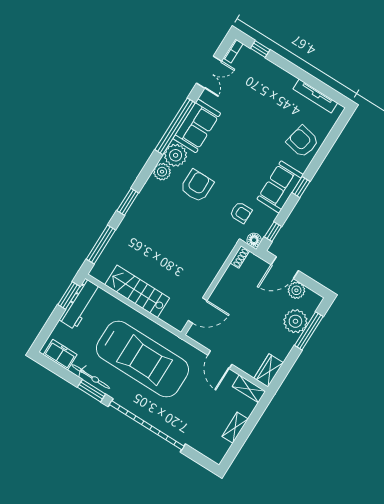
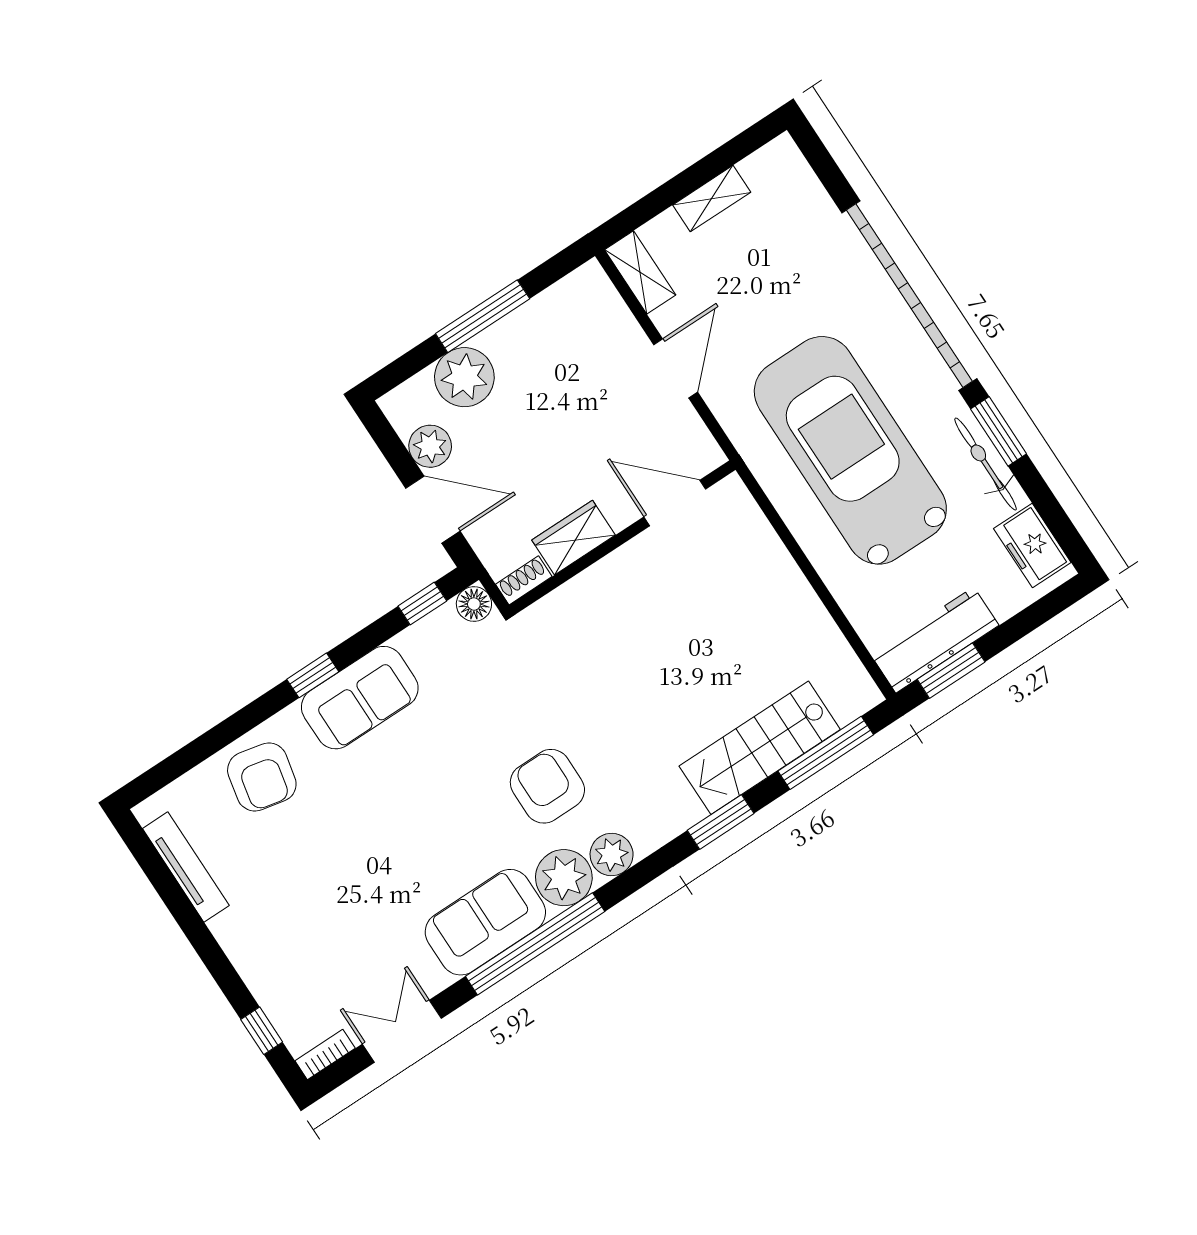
armchair: (197, 186) -> (547, 786), turned 90
armchair: (241, 212) -> (475, 680), removed
stairs: (137, 291) -> (760, 748), moved, turned 90
window: (309, 331) -> (483, 316), moved
wardrobe: (269, 370) -> (574, 538), moved, turned 180

